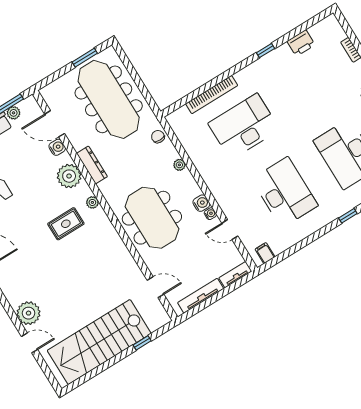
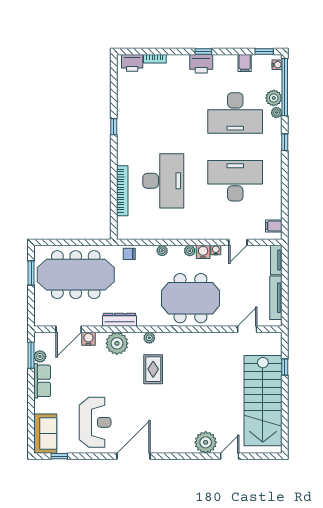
printer: (301, 43) -> (132, 63), moved, turned 90
desk: (244, 126) -> (163, 181), turned 180
plant: (195, 190) -> (190, 251), added

